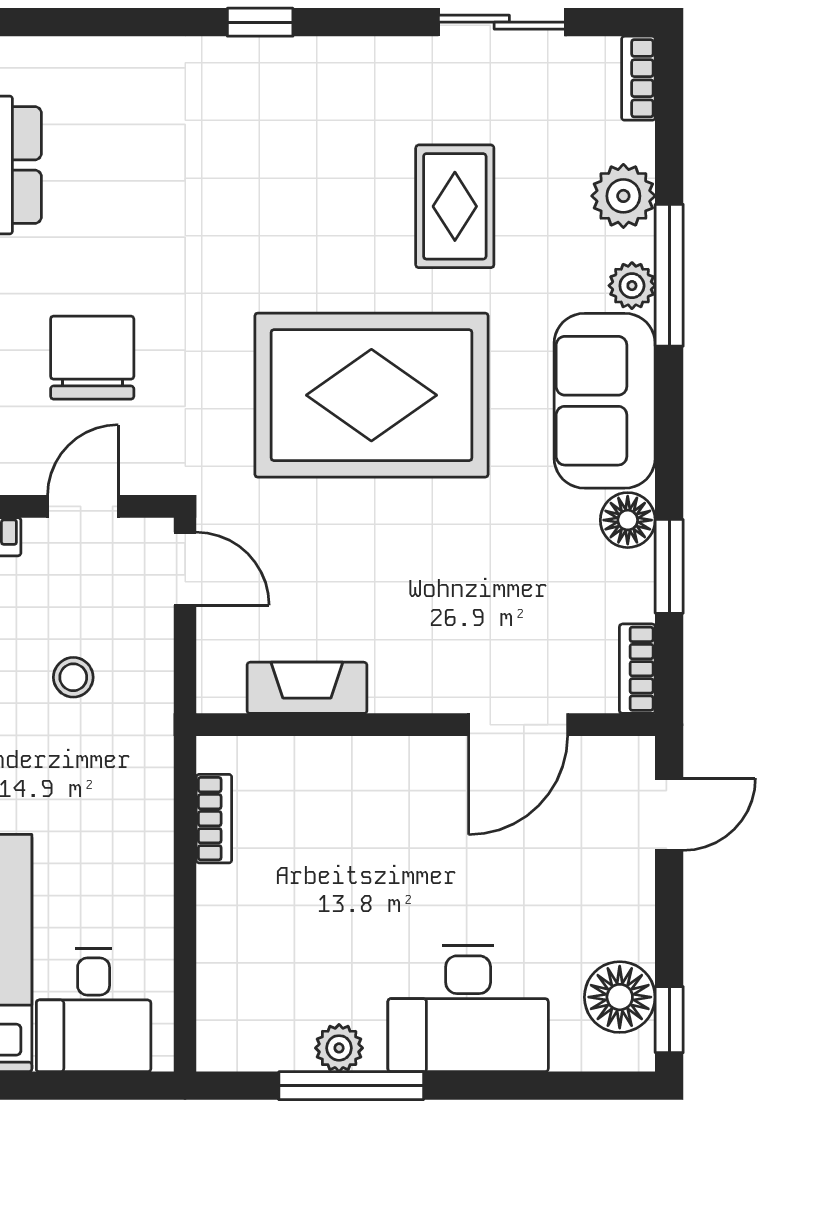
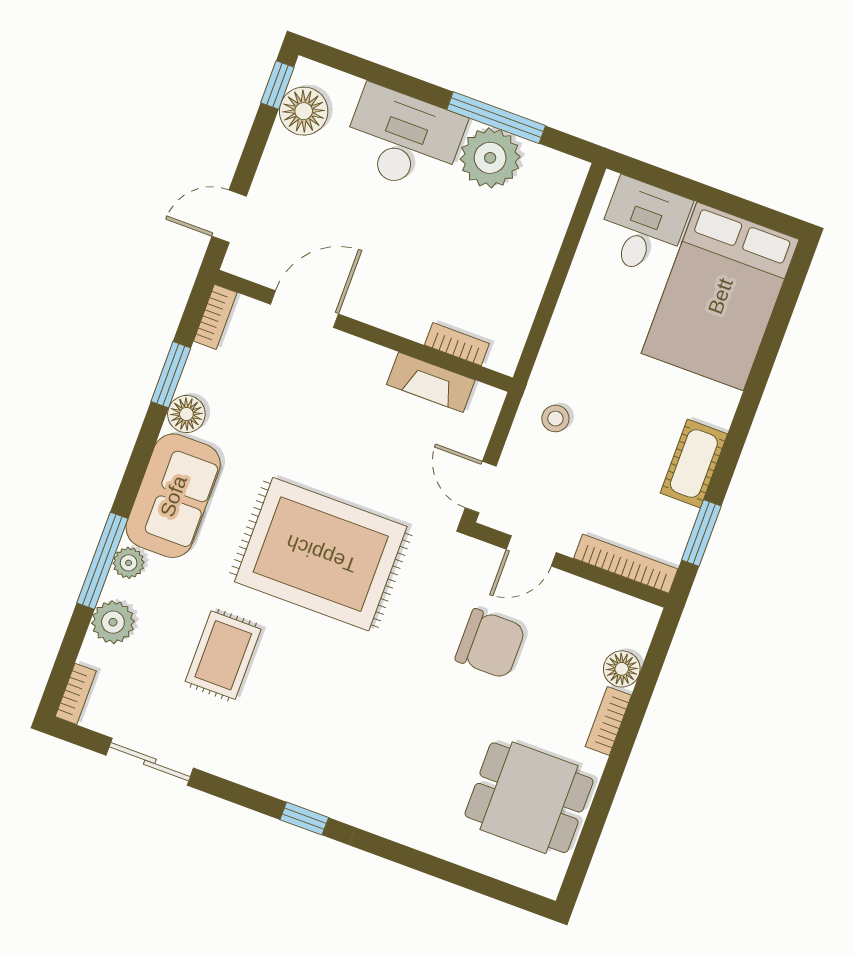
chair: (92, 358) -> (490, 644), turned -90
stool: (73, 677) -> (555, 419), moved
bookcase: (214, 819) -> (457, 344), moved, turned 90
plant: (339, 1048) -> (490, 158), width x1.87, depth x1.87

